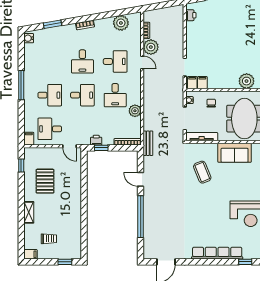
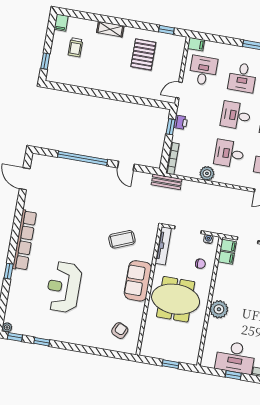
desk: (82, 95) -> (236, 115), turned 90
door: (141, 179) -> (126, 166), swing flipped
pallet: (45, 181) -> (143, 54), turned 90

